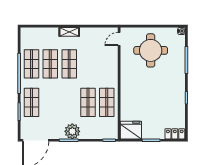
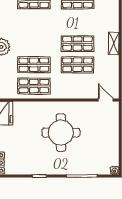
round table: (151, 50) -> (61, 133), moved
shop shelf: (50, 64) -> (77, 65), moved

